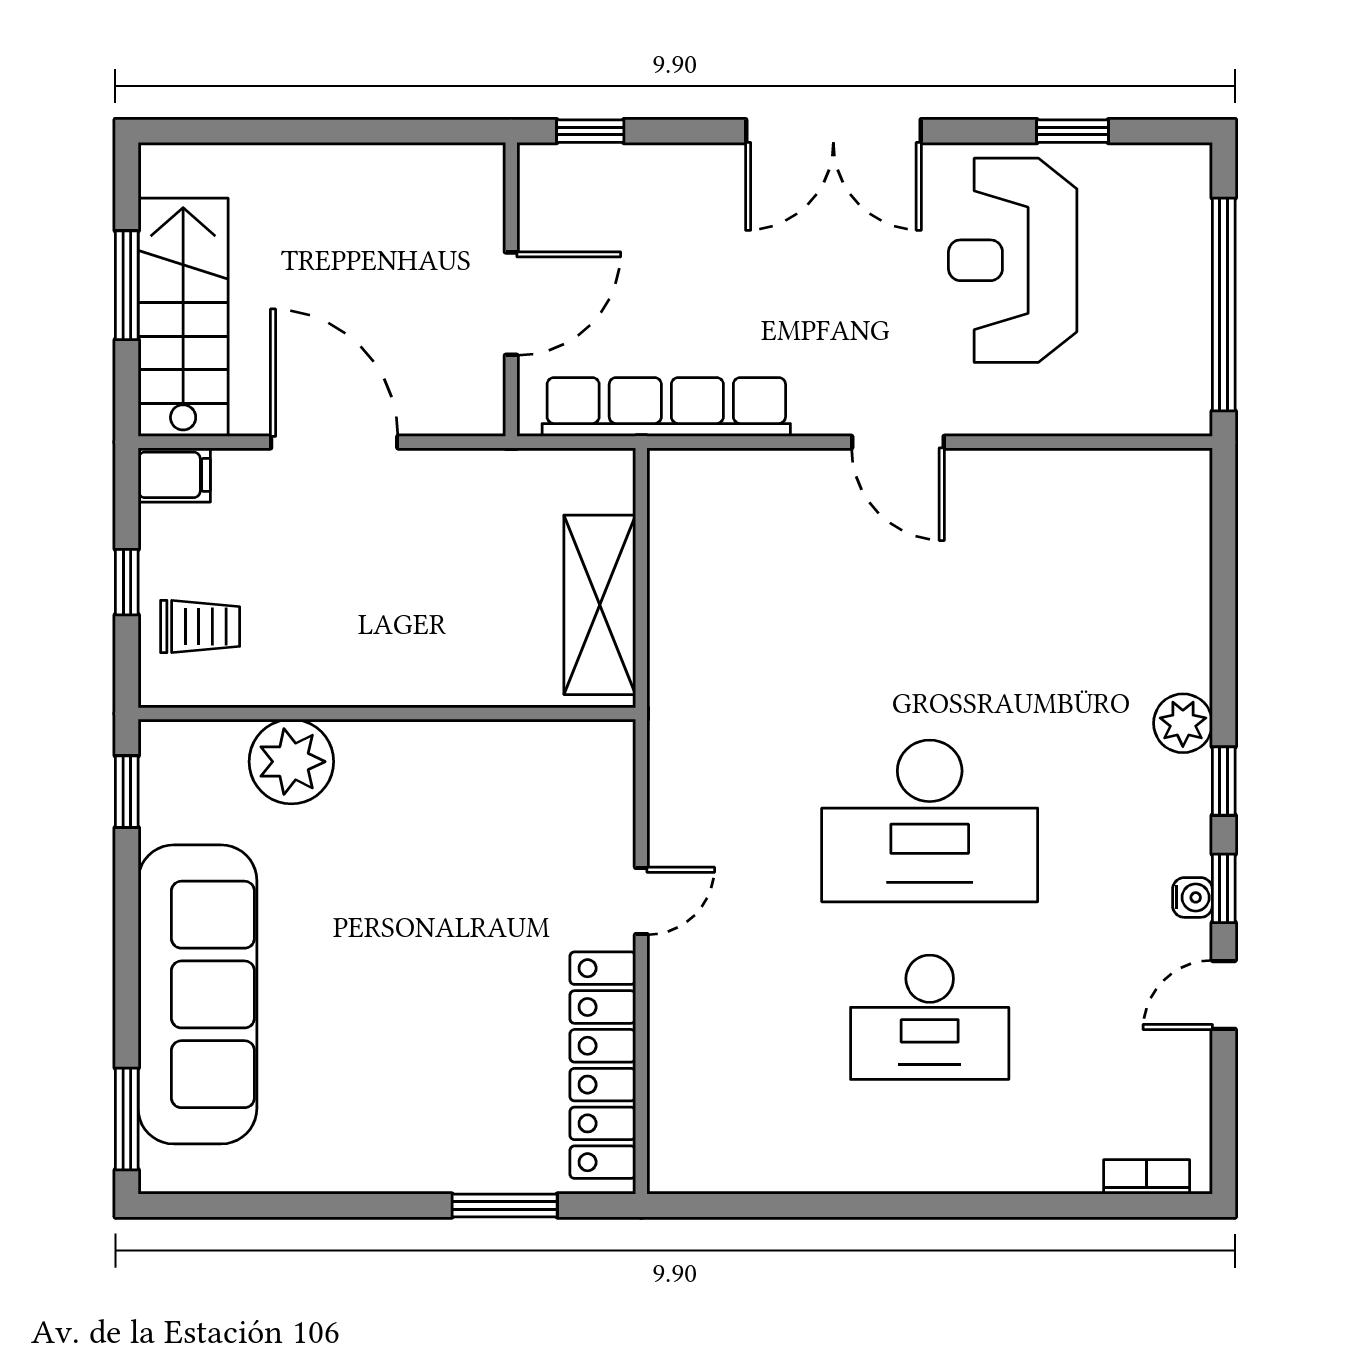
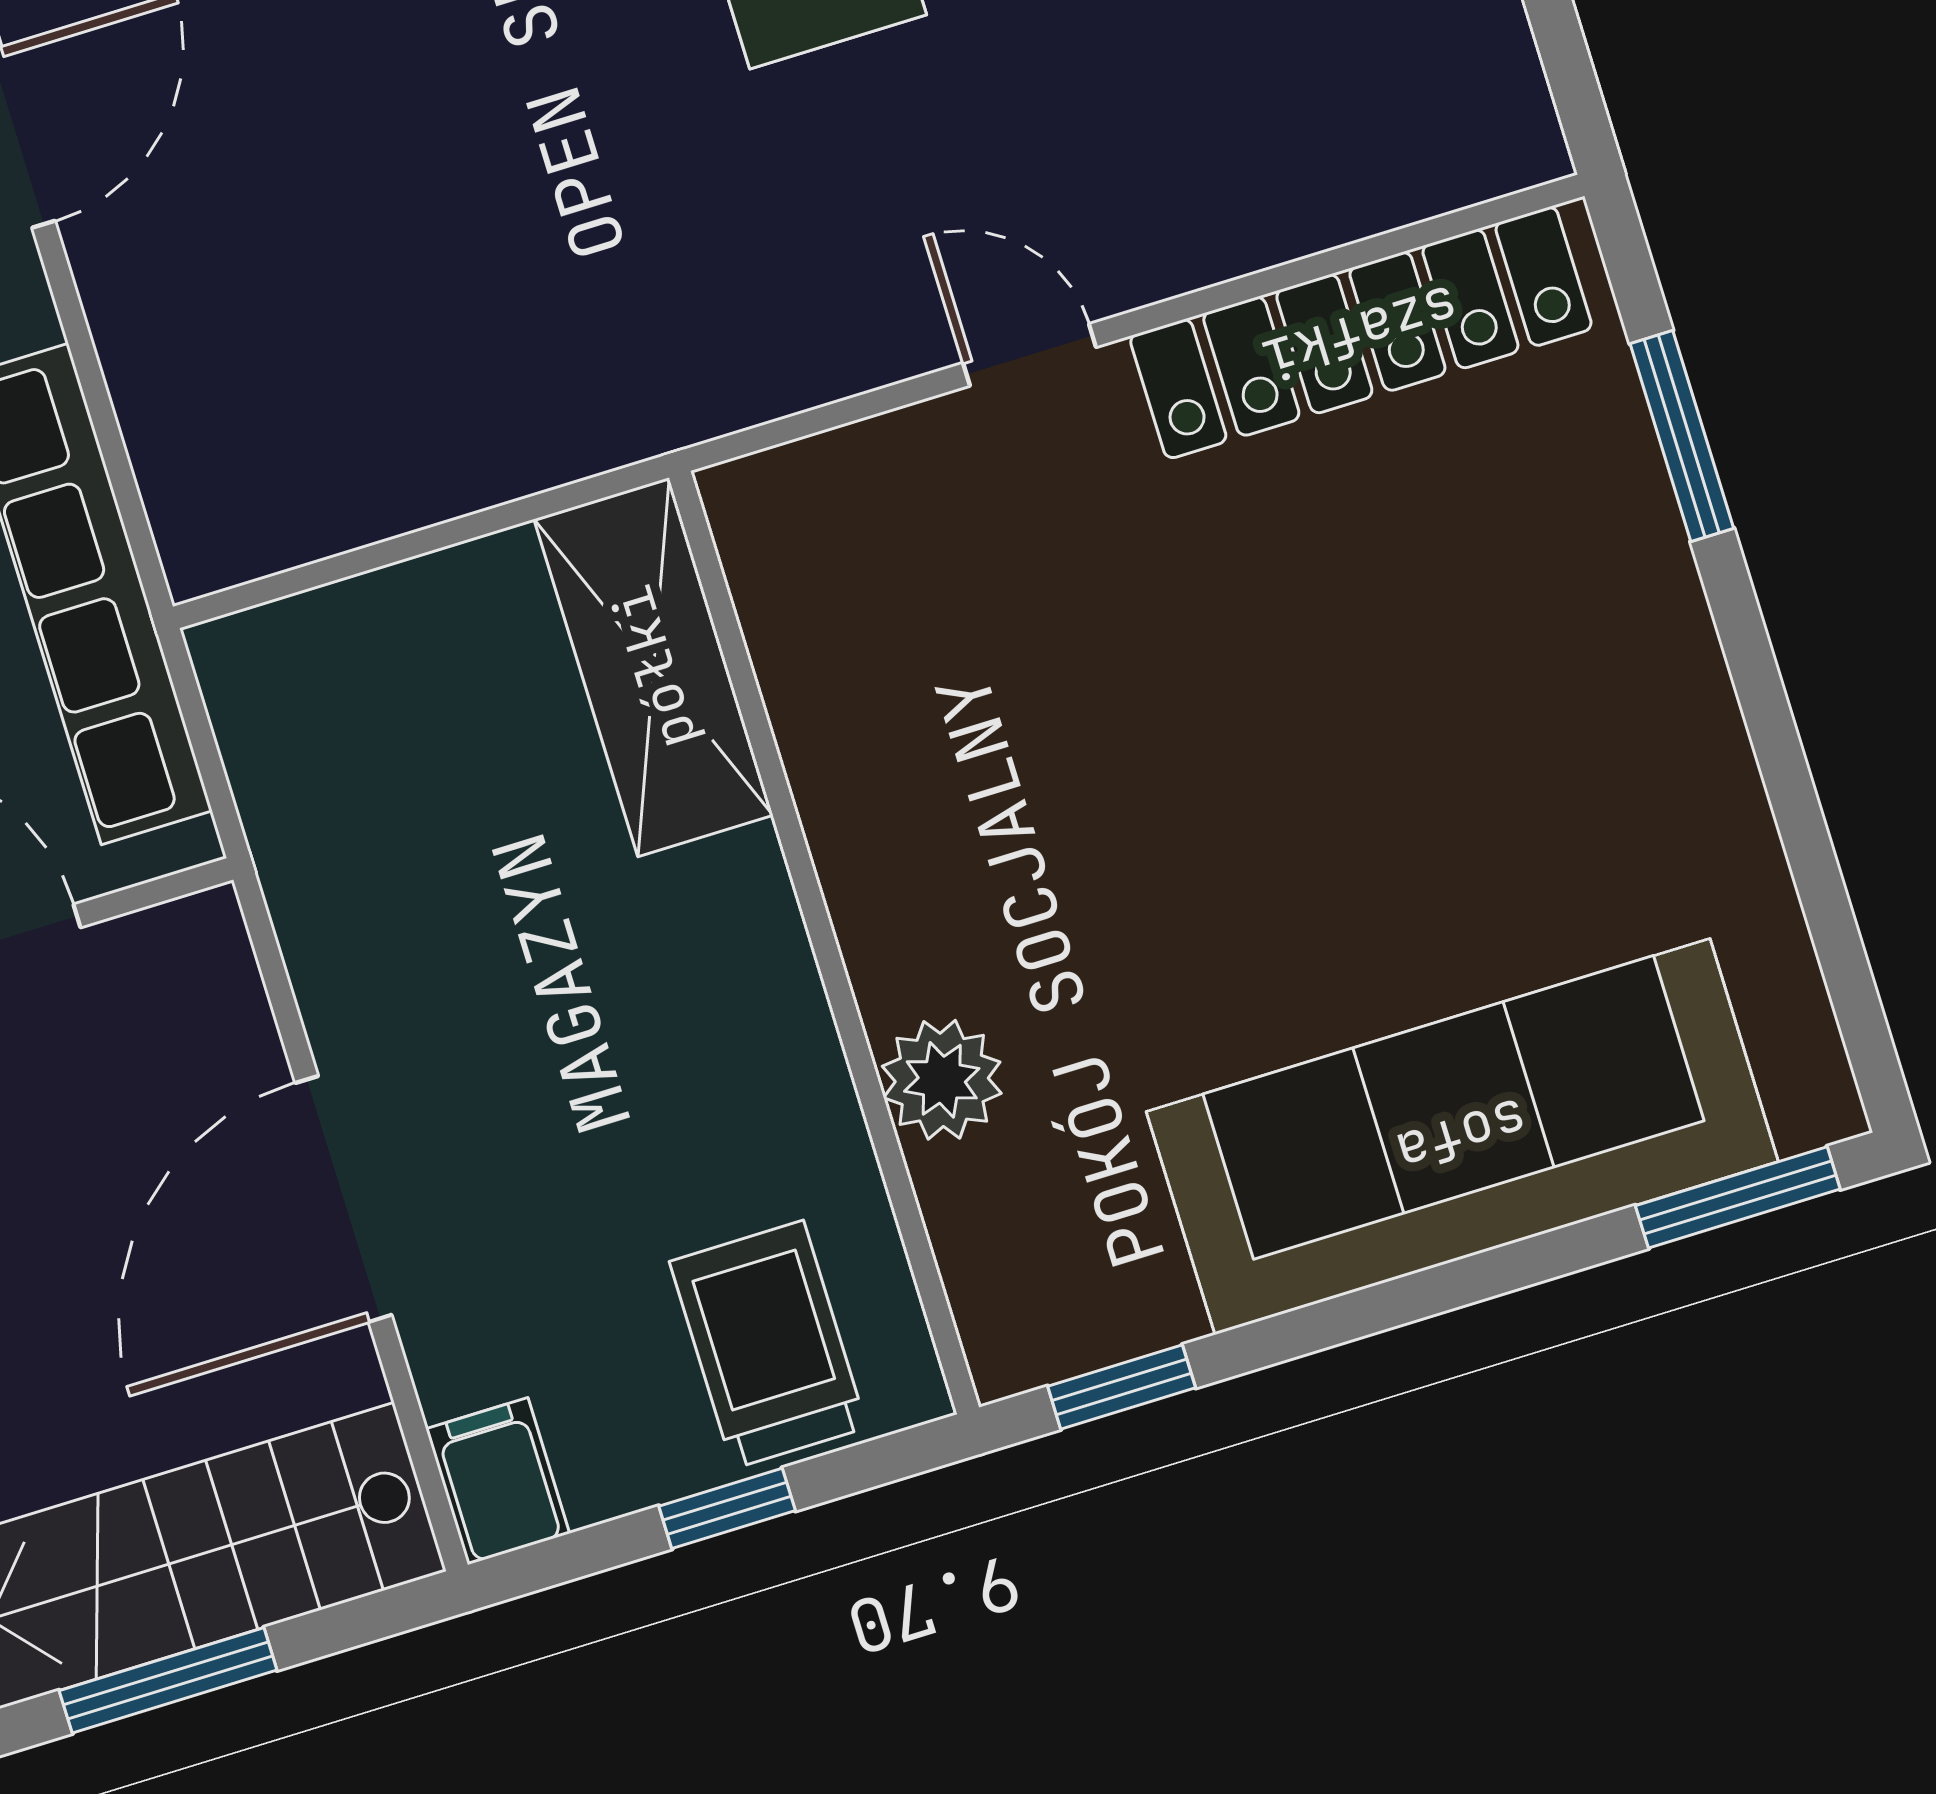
shelving: (600, 605) -> (654, 667), moved, turned 90
trolley: (200, 627) -> (768, 1344), width x1.36, depth x1.39
plant: (291, 762) -> (942, 1080), width x0.73, depth x0.73

